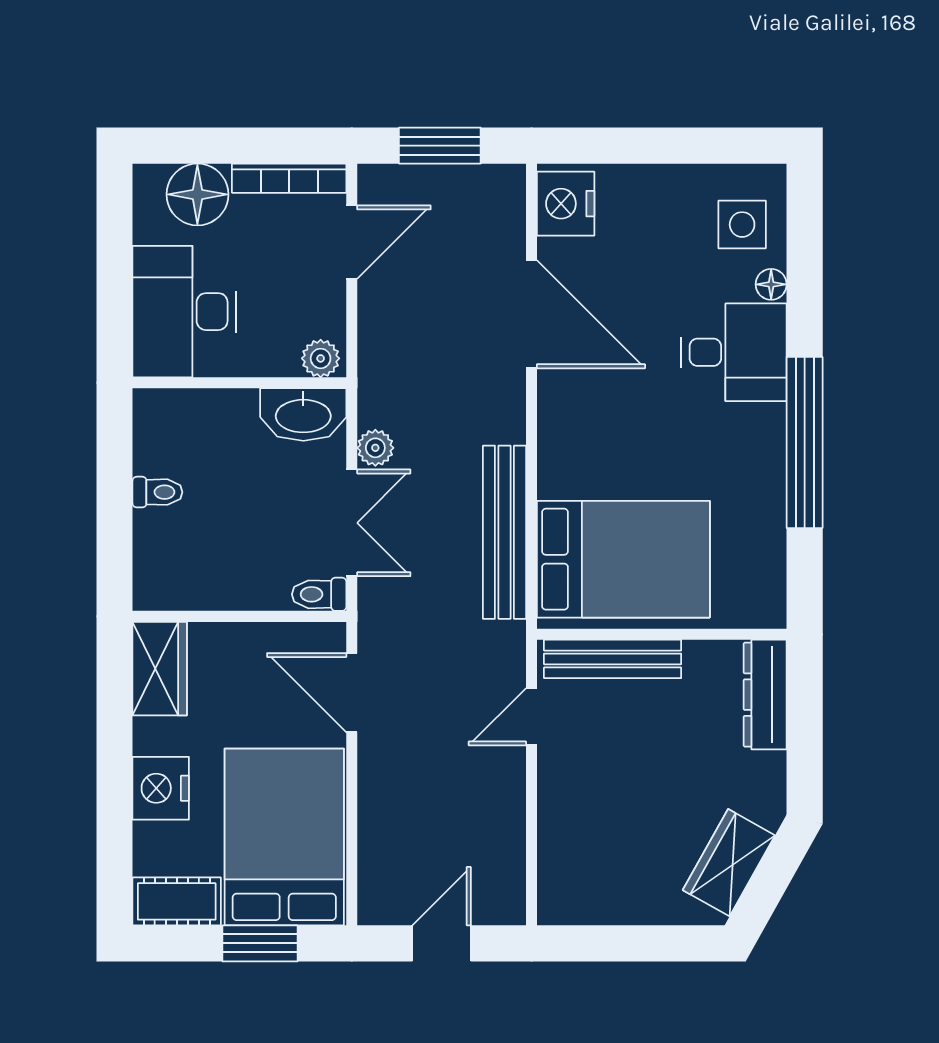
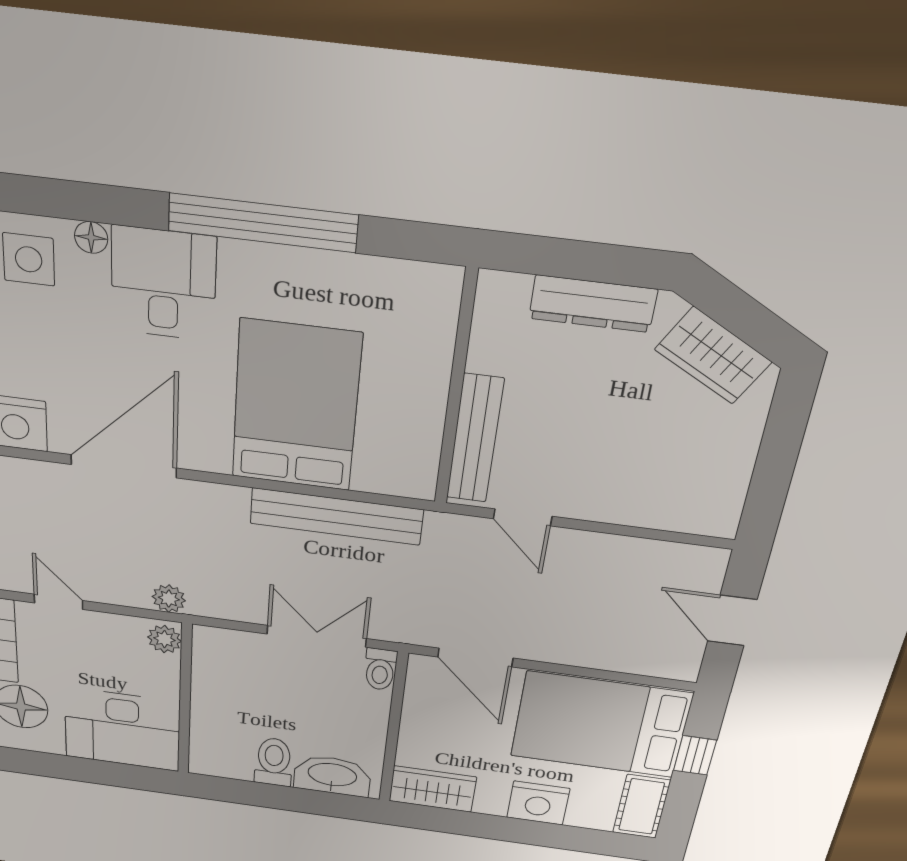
door: (352, 242) -> (58, 602), width x0.73
washbasin: (303, 414) -> (332, 776), moved, turned -90
plant: (375, 448) -> (169, 599), moved
toilet: (157, 492) -> (274, 762), width x1.37, depth x1.39
bed: (623, 559) -> (296, 406), moved
door: (352, 693) -> (475, 658), hinge flipped
dresser: (765, 695) -> (593, 304), moved
window: (260, 943) -> (695, 755), width x0.67

